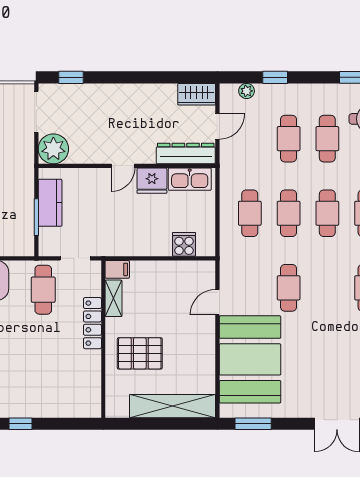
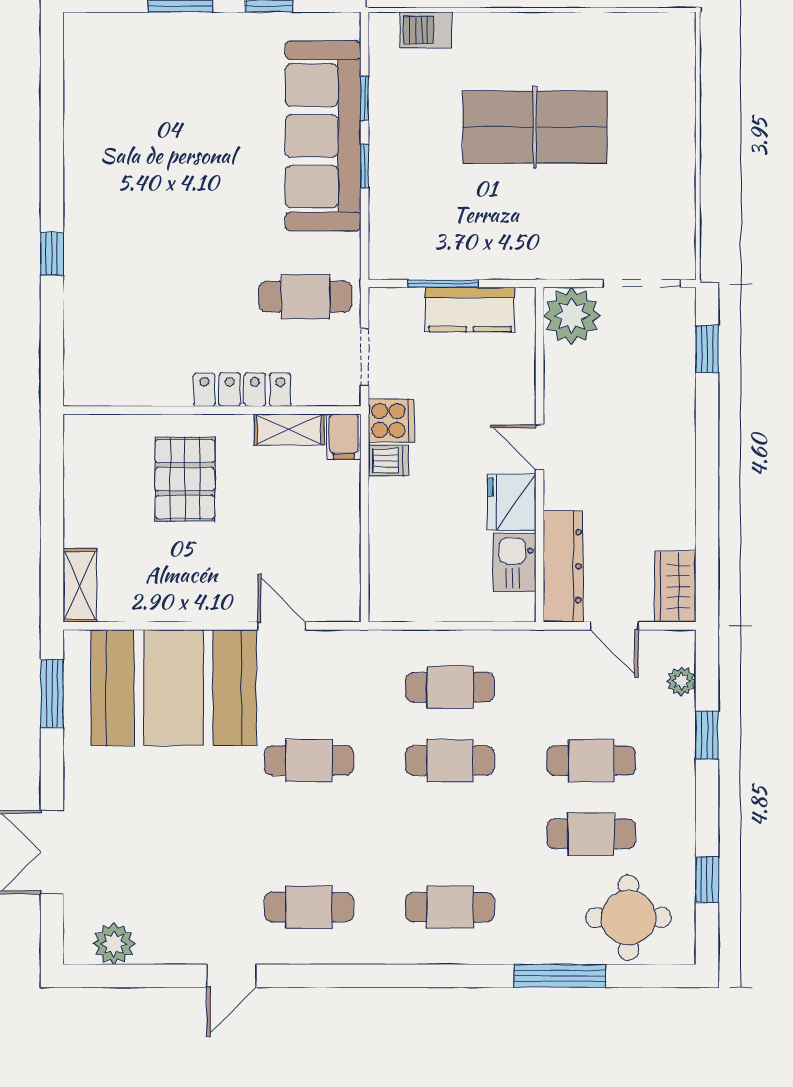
kitchen sink: (190, 179) -> (514, 563), width x0.73
cafe table: (327, 213) -> (450, 834), removed
cooker: (184, 244) -> (391, 420), moved
dishwasher: (130, 246) -> (388, 461), added
shelving: (172, 406) -> (80, 585), width x0.45, depth x0.75

